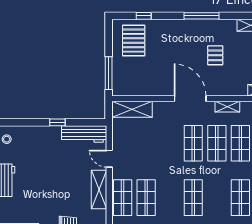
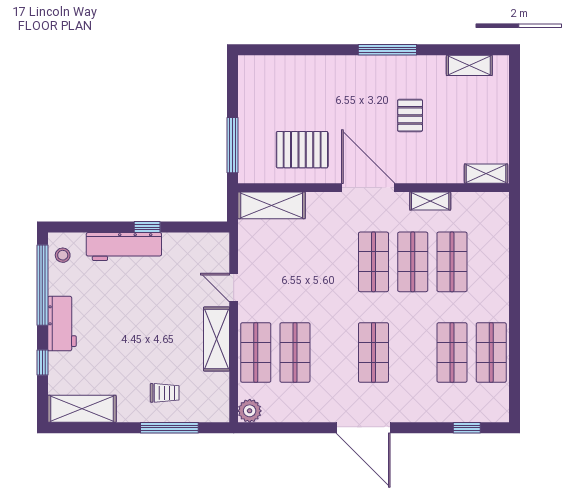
window: (144, 16) -> (291, 50), removed
pallet: (134, 41) -> (302, 150), moved, turned 90
workbench: (84, 134) -> (124, 247), moved

